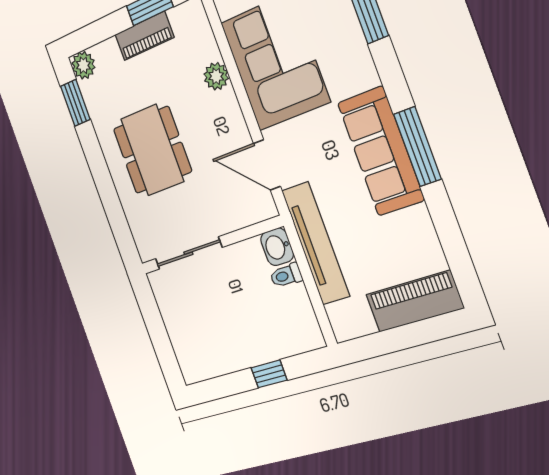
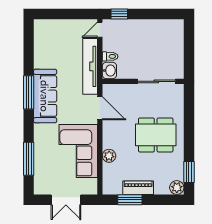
dining table: (152, 150) -> (156, 135), turned 90
piano: (415, 301) -> (54, 28), removed
door: (325, 324) -> (100, 30), added
window: (269, 374) -> (119, 14), moved

